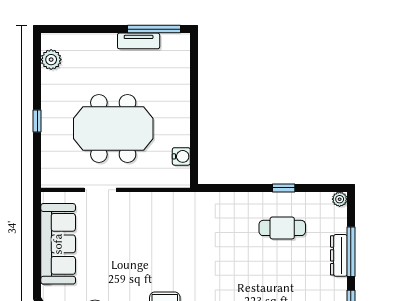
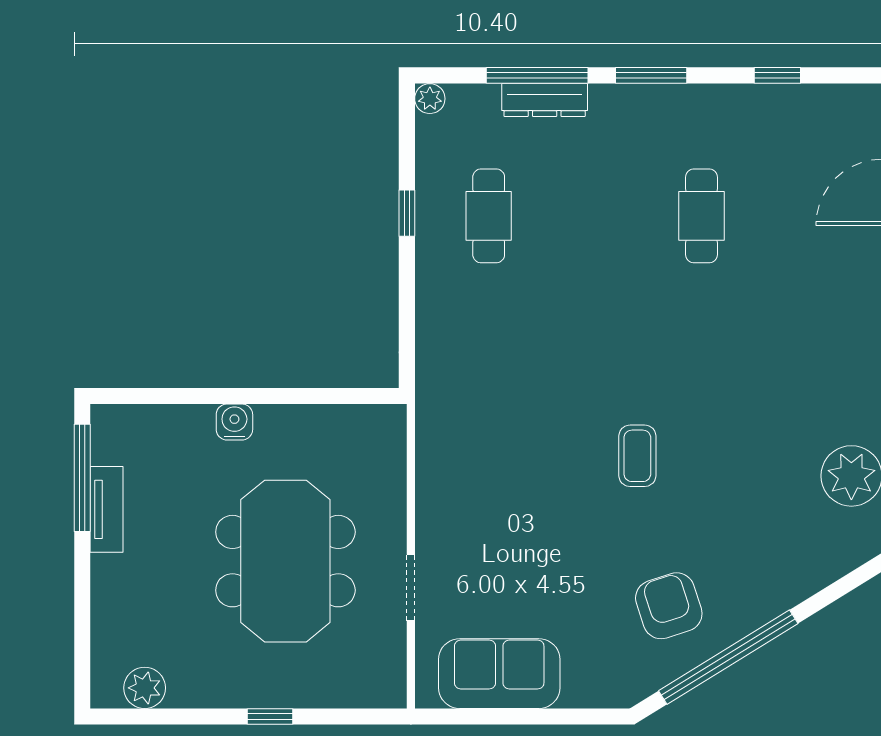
water cooler: (181, 156) -> (234, 422), moved
sofa: (58, 244) -> (499, 674), width x0.73

